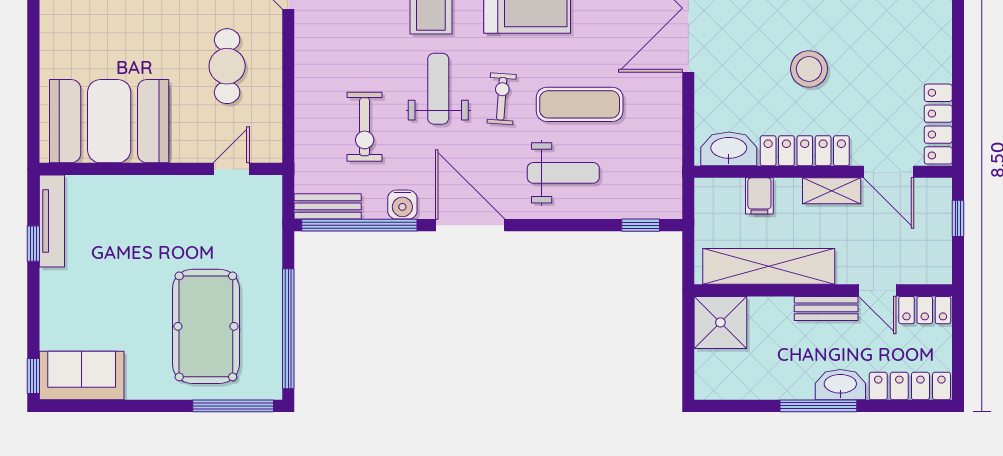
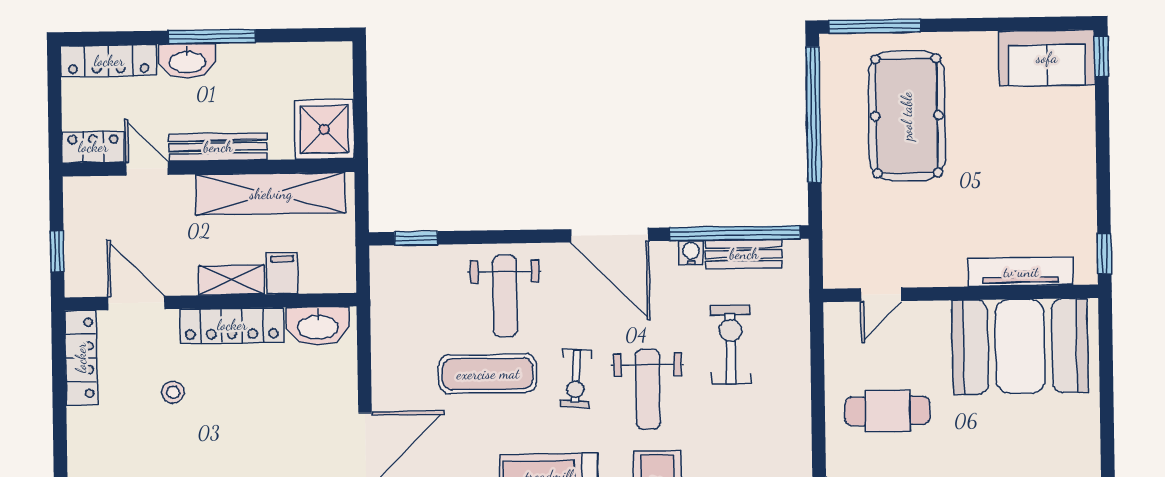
cafe table: (227, 66) -> (887, 411), turned 90
stool: (809, 69) -> (173, 392), moved, width x0.53, depth x0.53
weight bench: (563, 173) -> (505, 296), turned -90
shelving: (832, 191) -> (231, 280), moved
water cooler: (402, 205) -> (691, 253), width x0.72, depth x0.72
bench: (328, 206) -> (744, 254), moved
tv unit: (52, 221) -> (1021, 272), moved, turned 90
window: (33, 244) -> (1104, 253), moved
bench: (826, 308) -> (218, 147), width x1.36

